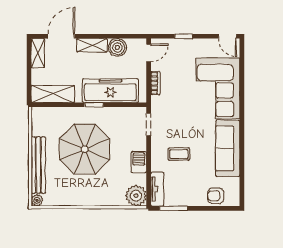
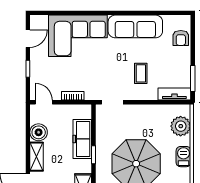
door: (228, 36) -> (28, 39), moved
freezer: (110, 91) -> (82, 139), width x0.73, depth x0.79
barbecue: (139, 162) -> (183, 157), moved, turned 90
plant: (136, 196) -> (181, 126), moved

